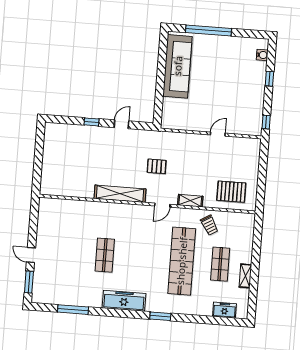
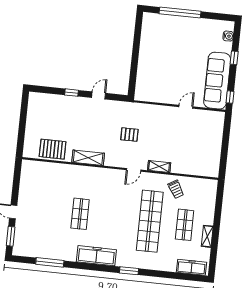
sofa: (178, 66) -> (217, 81), moved, turned 180
pallet: (231, 192) -> (53, 149), moved
shelving: (120, 194) -> (88, 158), width x0.68
freezer: (224, 310) -> (191, 267), width x1.40

